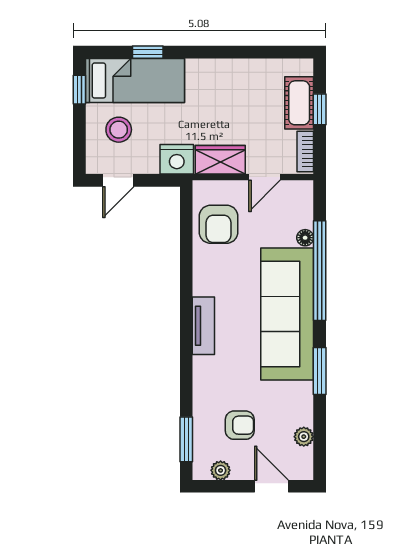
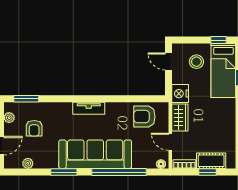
floor lamp: (305, 238) -> (161, 164), moved

